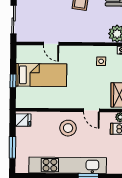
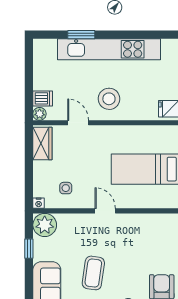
door: (51, 44) -> (105, 211), moved

